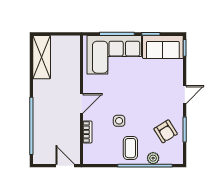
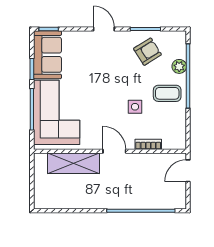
shelving: (42, 57) -> (73, 163), moved

